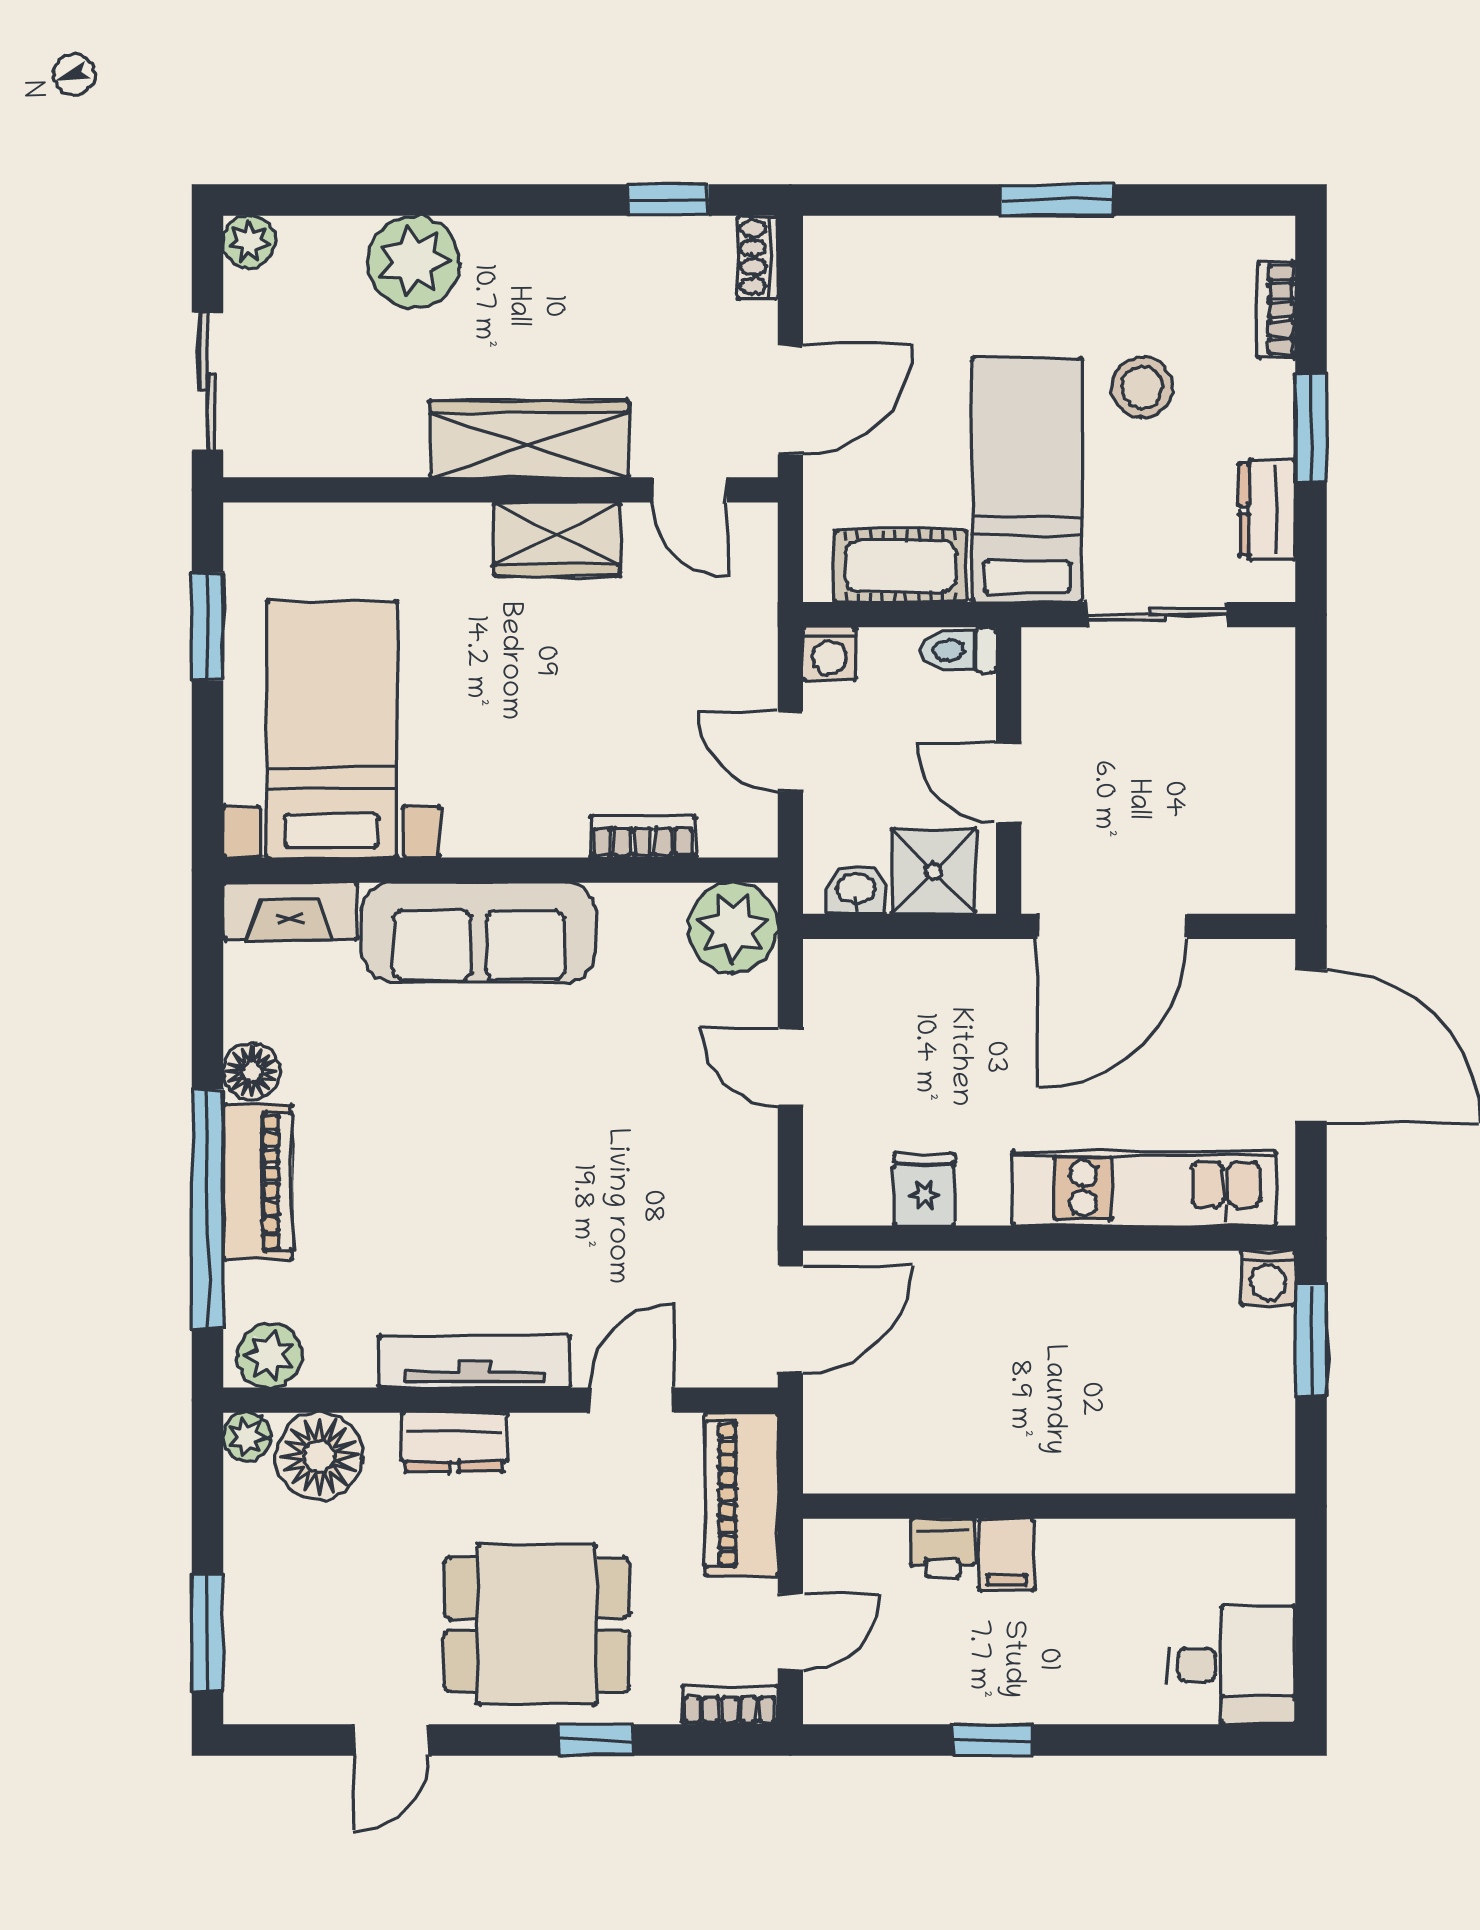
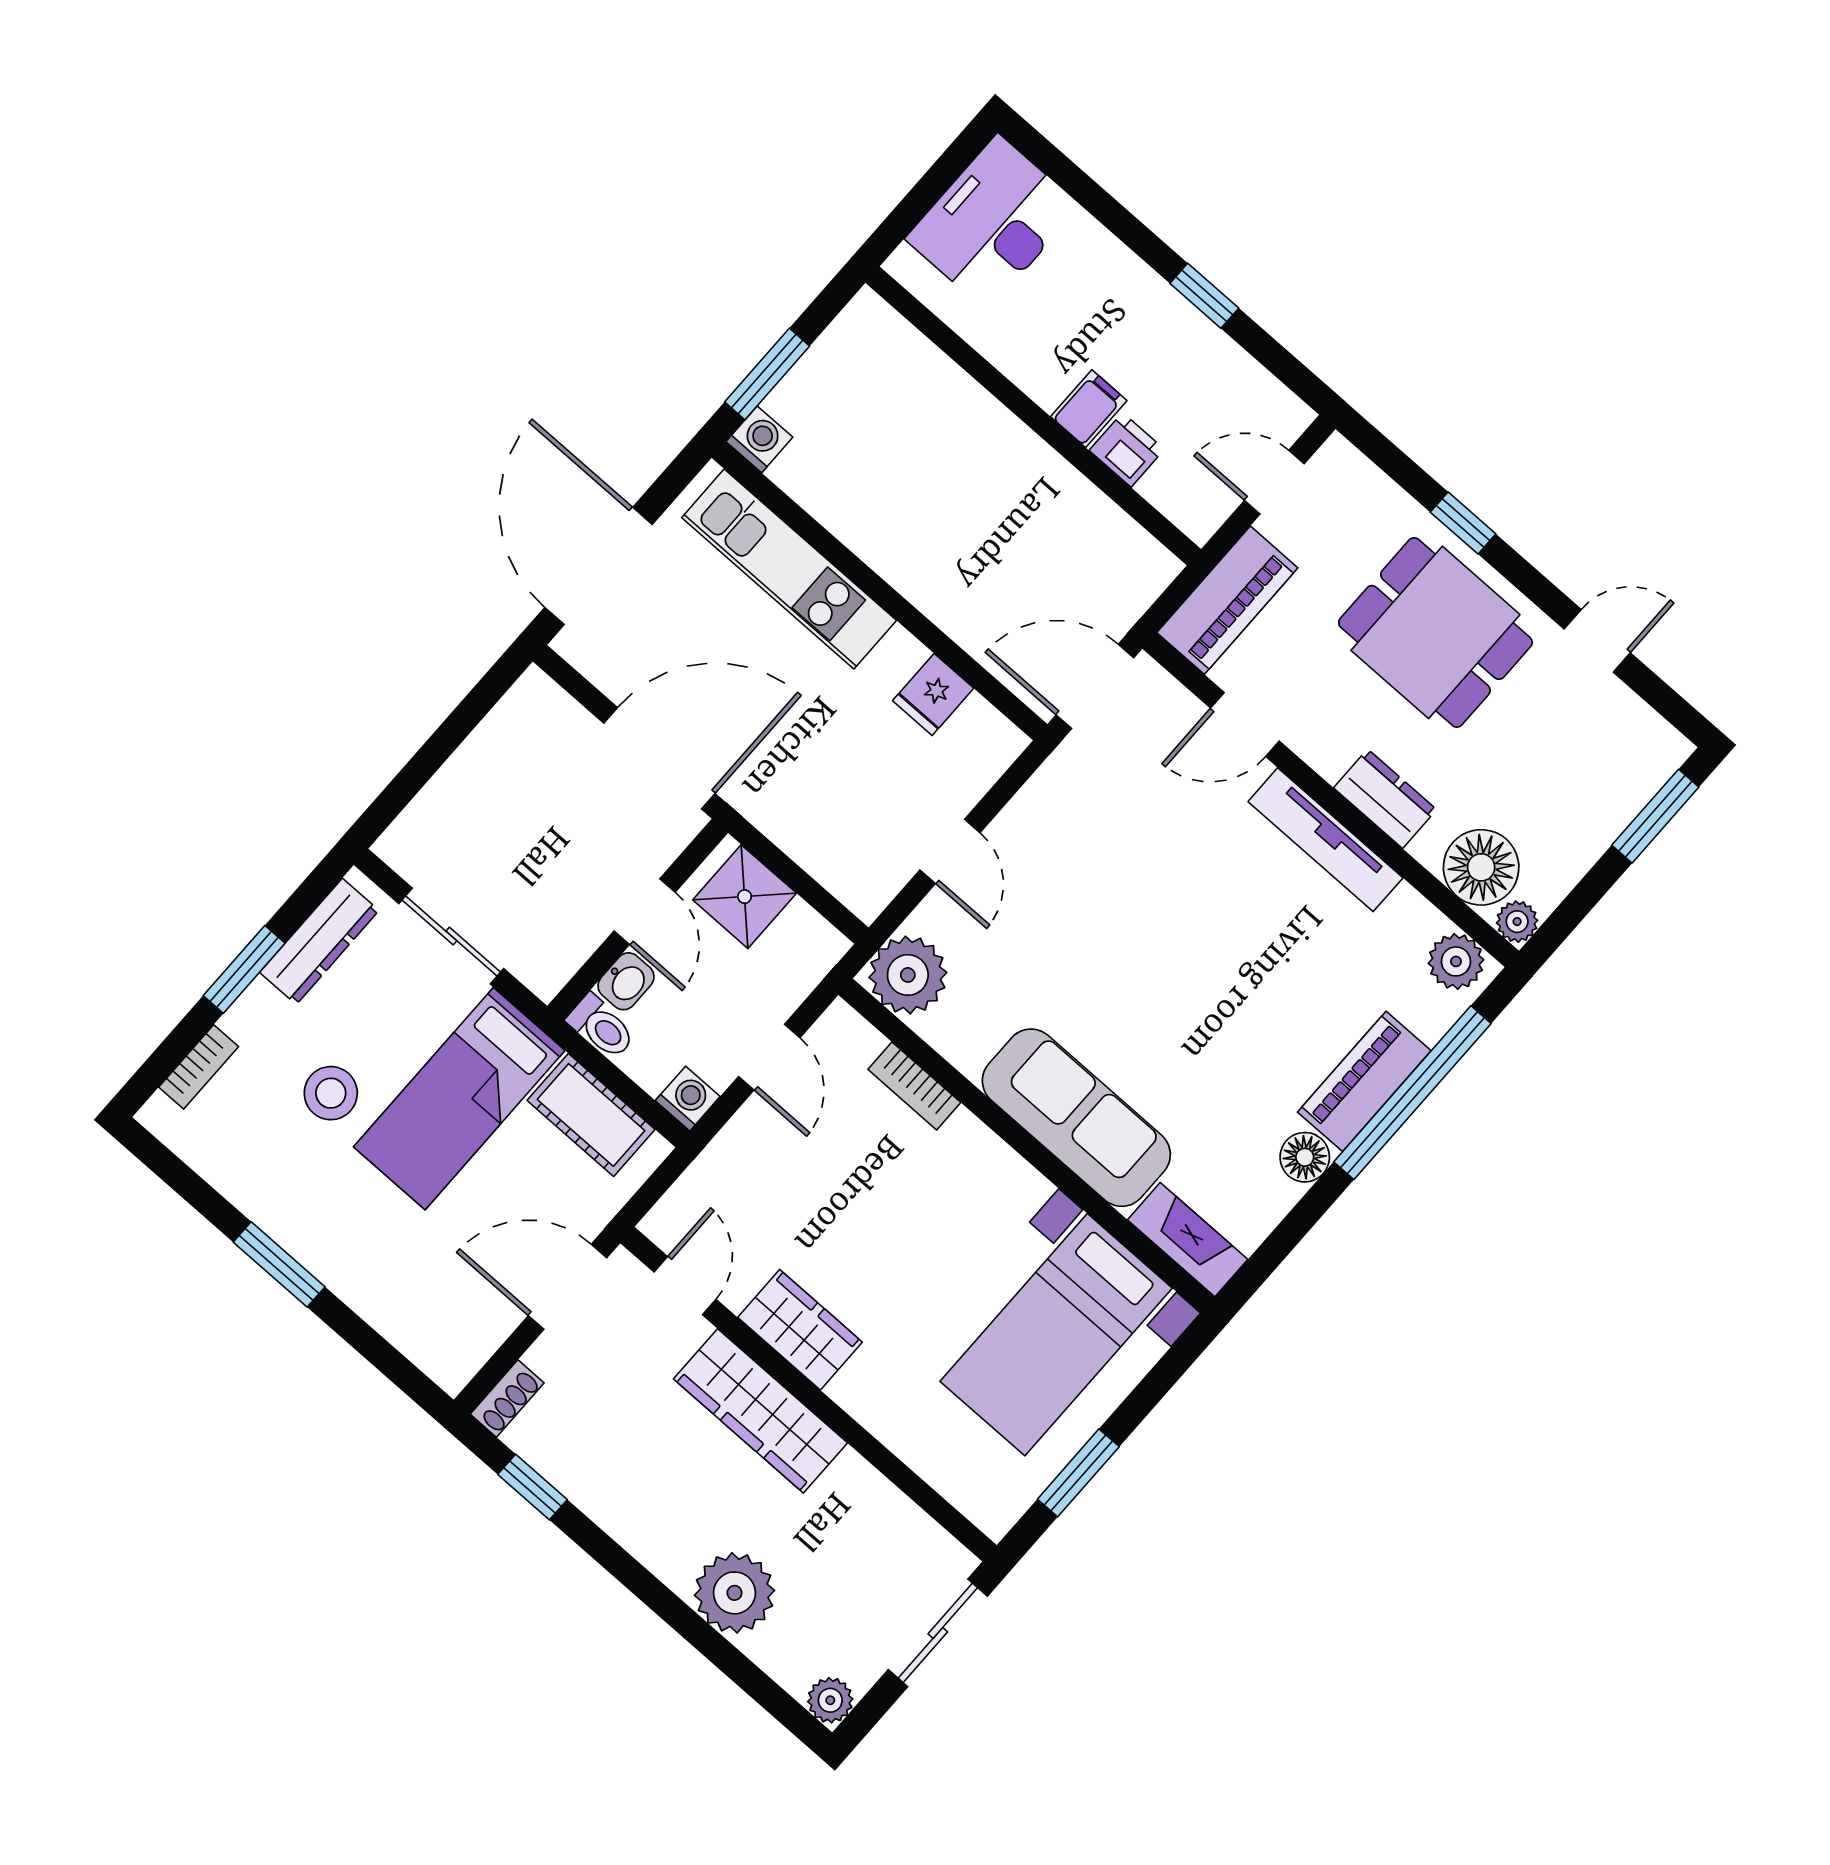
dresser: (1267, 510) -> (319, 941), width x1.44
washbasin: (856, 890) -> (626, 981), moved, turned -90
desk: (1231, 1665) -> (993, 222), width x1.37
bookcase: (730, 1705) -> (1356, 469), removed

